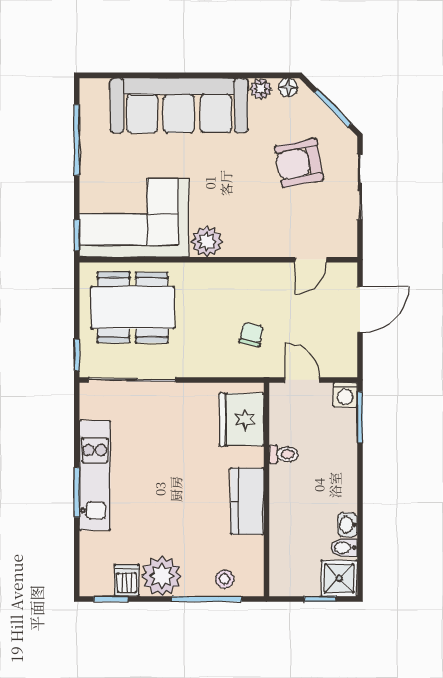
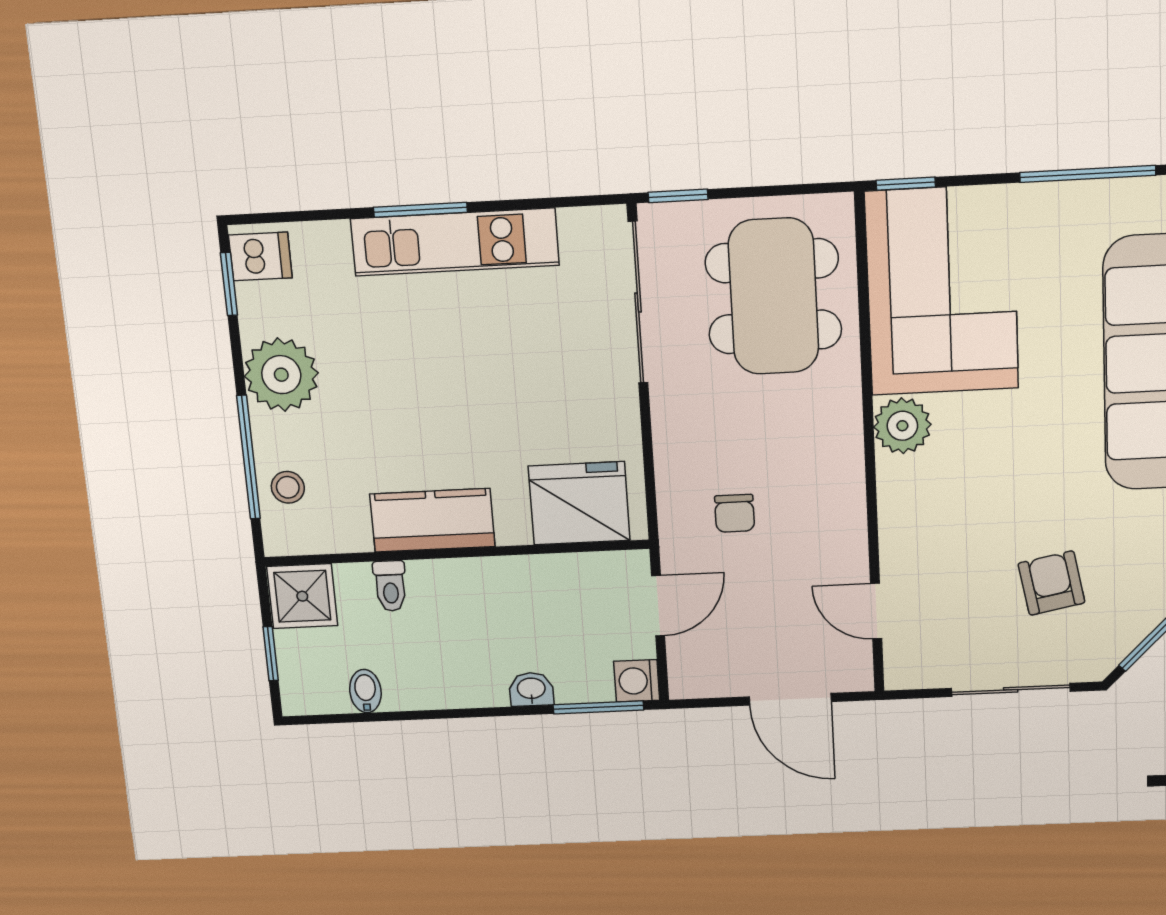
armchair: (299, 163) -> (1051, 583), width x0.72, depth x0.72
chair: (251, 335) -> (735, 513), turned 78
toilet: (284, 454) -> (390, 586), moved
washbasin: (348, 525) -> (531, 689), moved
shower: (339, 578) -> (302, 596), moved
dishwasher: (127, 580) -> (260, 256), moved

